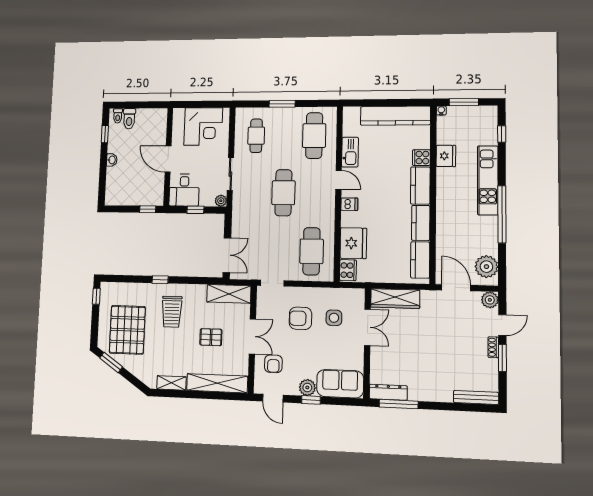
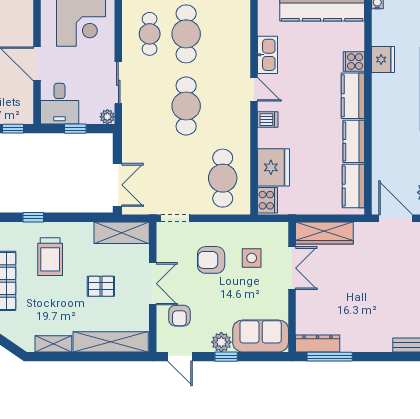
cafe table: (314, 136) -> (186, 34), moved

